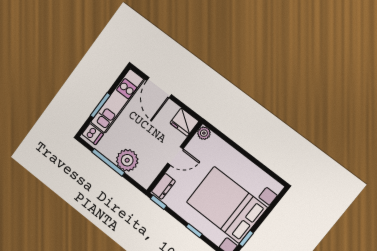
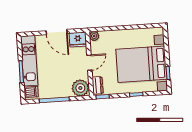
door: (159, 88) -> (57, 32), moved
plant: (127, 160) -> (80, 88), moved

